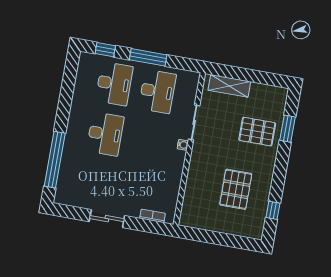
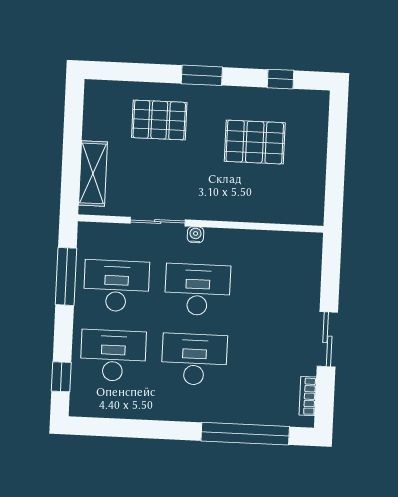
window: (148, 57) -> (66, 276), moved
window: (288, 129) -> (202, 75), moved
pallet: (257, 132) -> (159, 120), turned 90
desk: (148, 142) -> (198, 290), added
bookcase: (153, 216) -> (308, 396), moved

